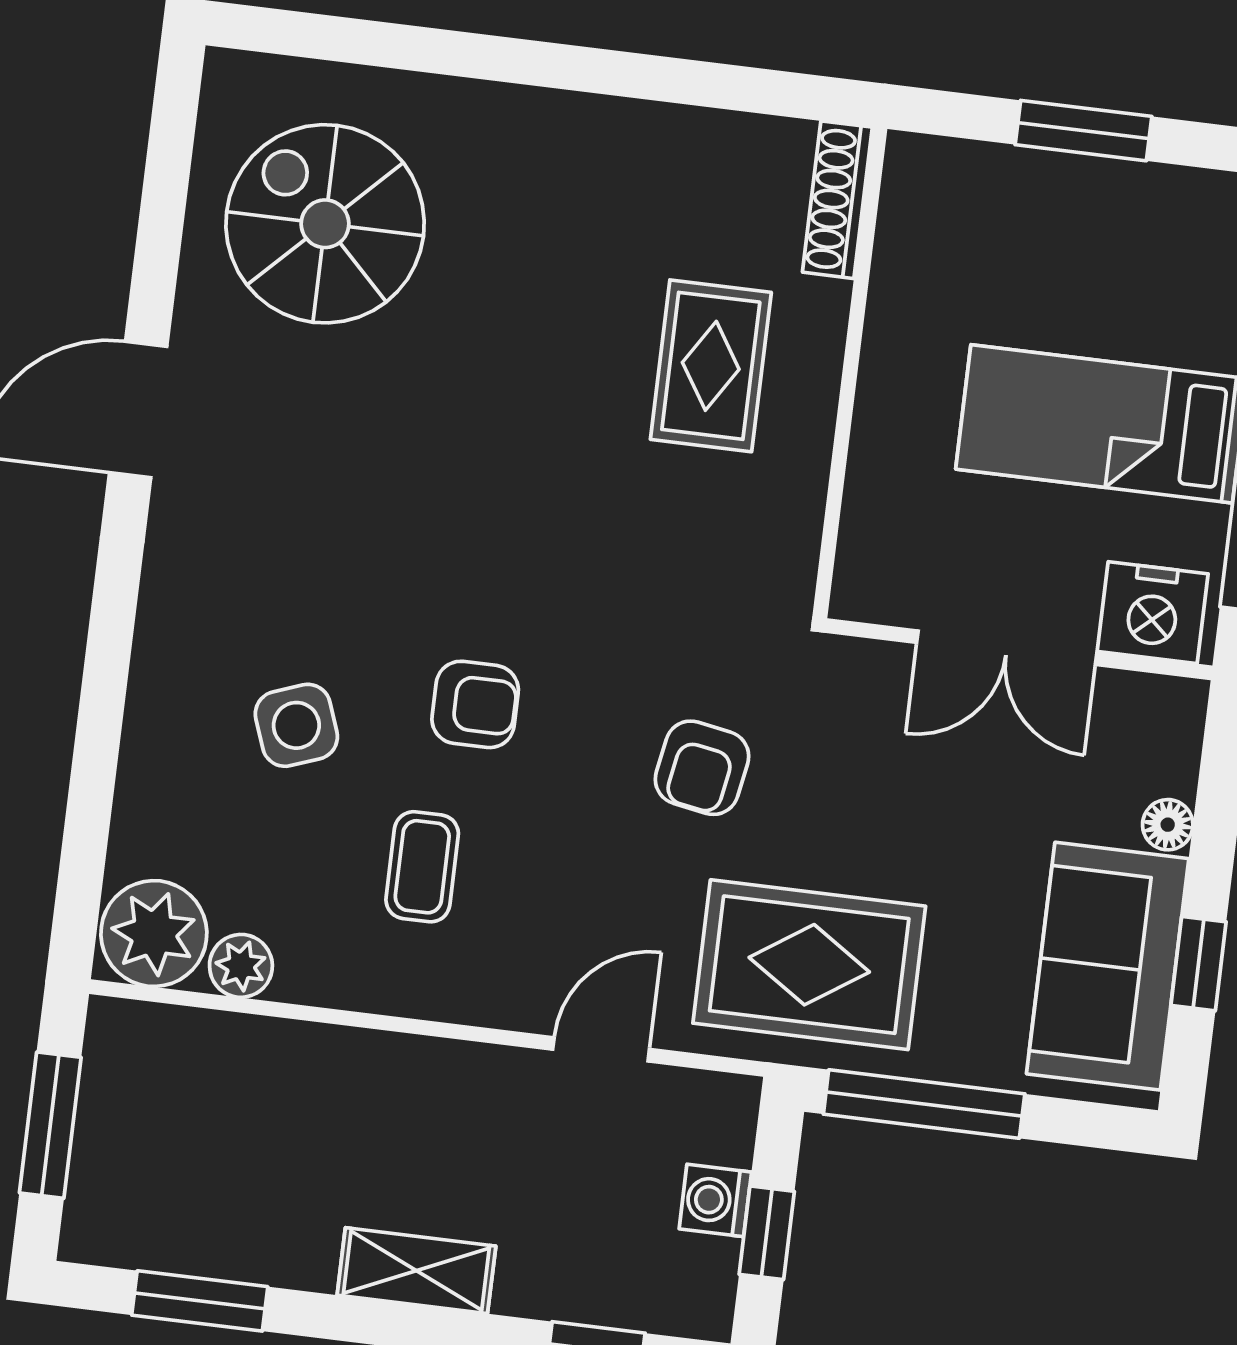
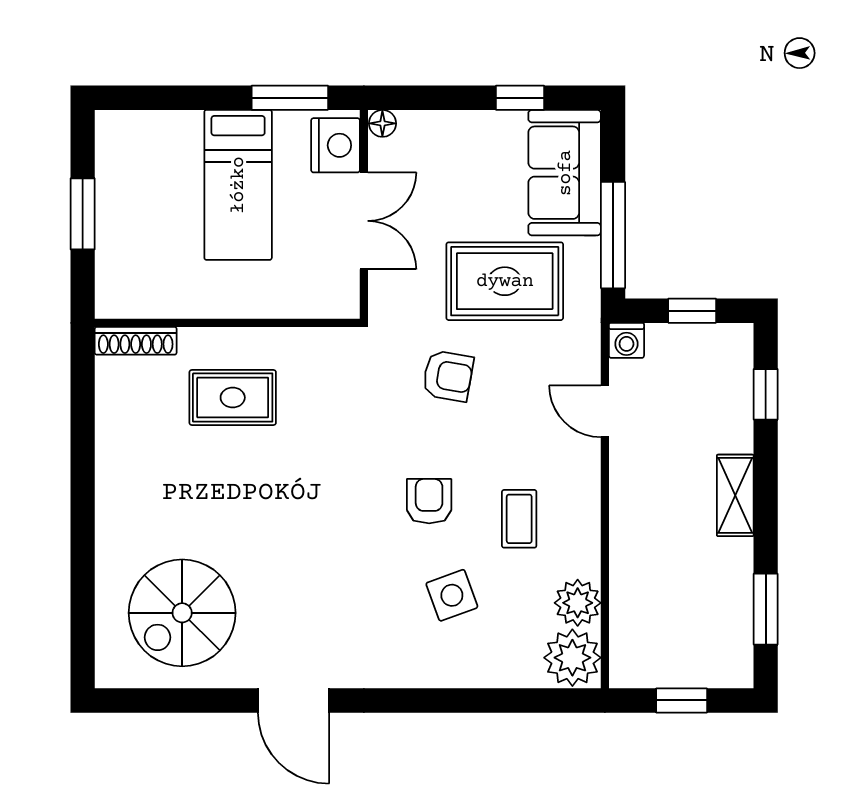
floor lamp: (1168, 825) -> (382, 123), moved
coffee table: (422, 867) -> (519, 519), turned 90
rug: (809, 965) -> (505, 281), moved, turned 90
plant: (241, 966) -> (578, 603), width x1.38, depth x1.38
sofa: (1108, 966) -> (565, 173), moved, turned 90
window: (50, 1125) -> (682, 700), width x0.67
washing machine: (715, 1200) -> (626, 340), moved

